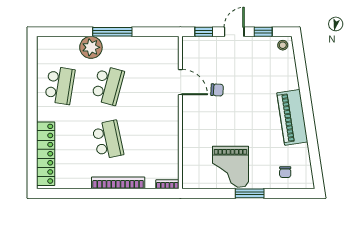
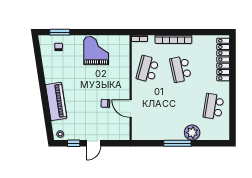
window: (204, 32) -> (115, 143), removed
school desk: (108, 85) -> (148, 69), moved
piano: (292, 117) -> (56, 101), moved
window: (250, 193) -> (60, 32), moved

